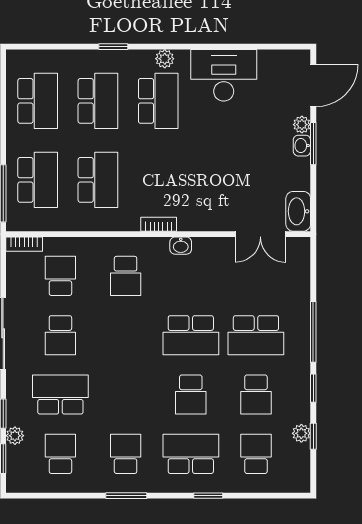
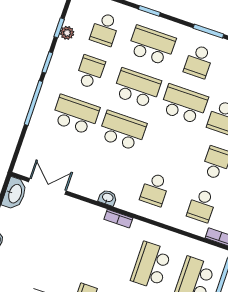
school desk: (126, 276) -> (155, 190), turned 180
school desk: (126, 395) -> (184, 104), added
school desk: (191, 395) -> (137, 88), width x1.85
school desk: (191, 454) -> (152, 45), turned 180

